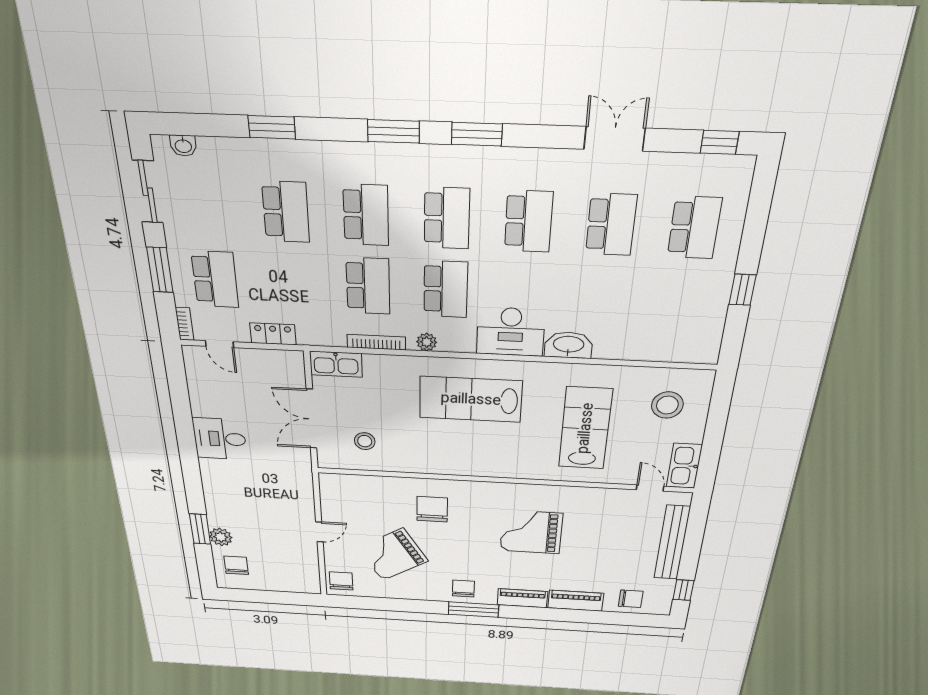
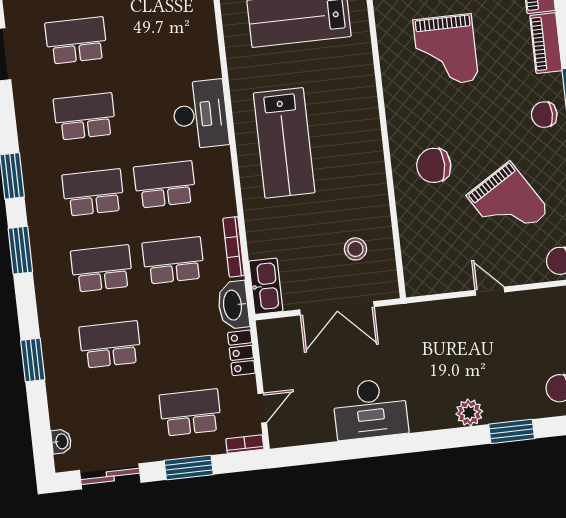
plant: (427, 342) -> (225, 196), removed
washbasin: (569, 345) -> (233, 305), moved
desk: (220, 439) -> (370, 409), width x1.37
plant: (221, 537) -> (469, 413), moved

